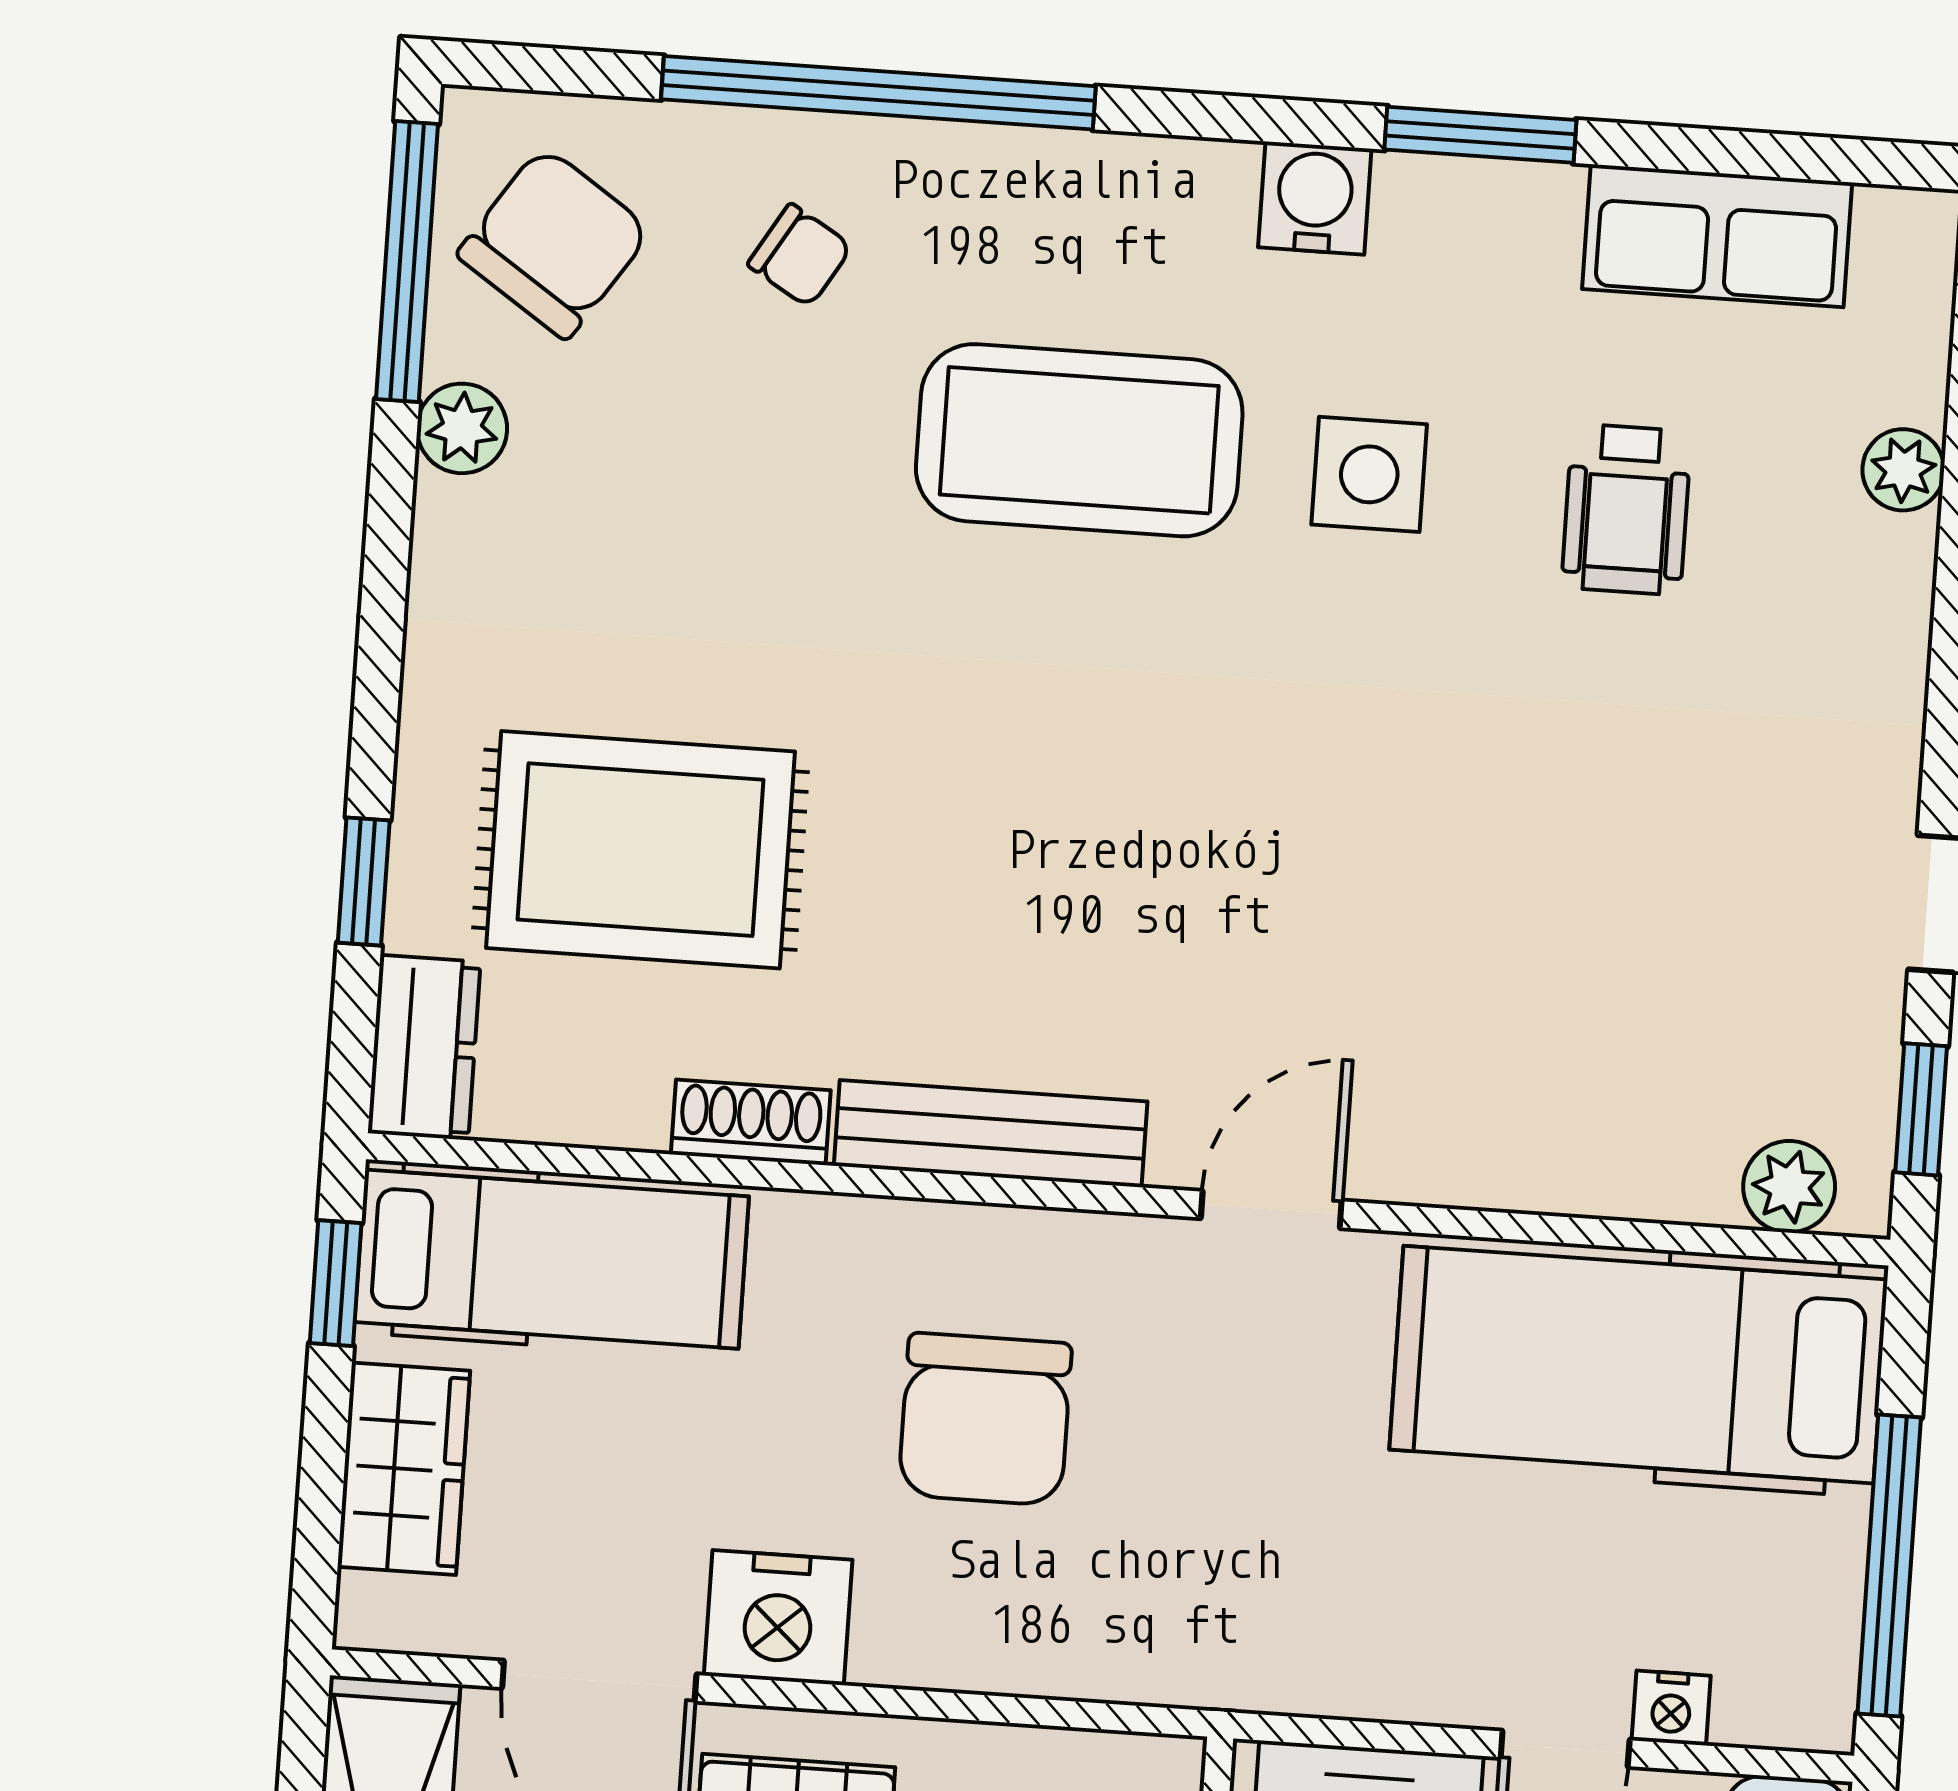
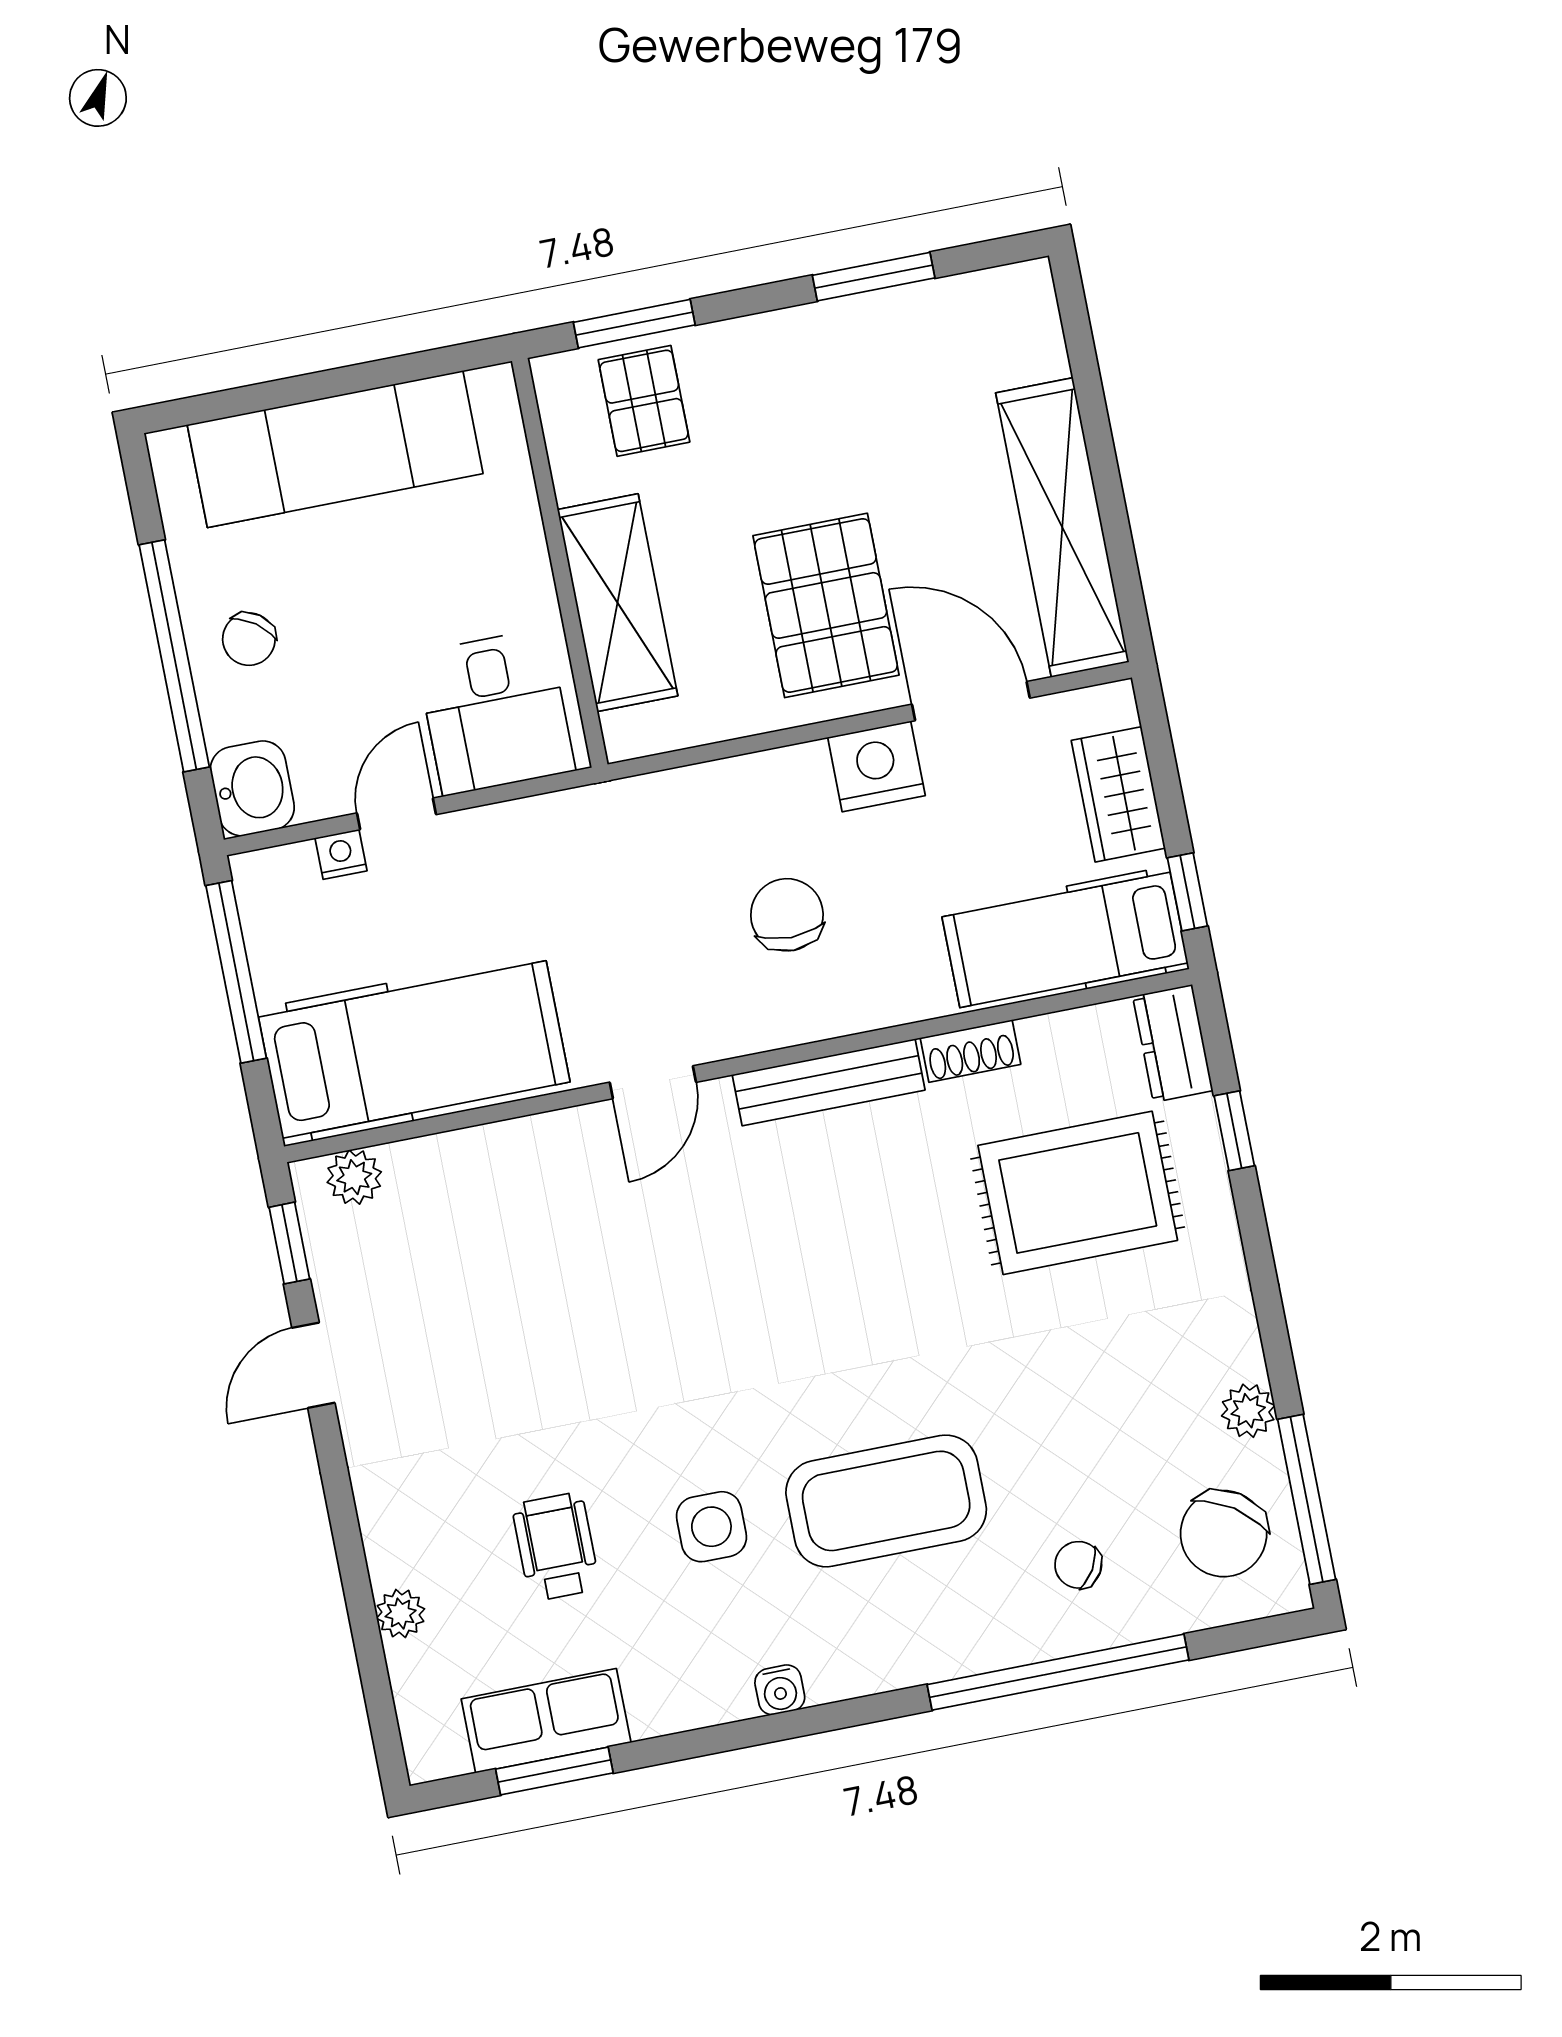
window: (1480, 135) -> (554, 1771), moved
water cooler: (1315, 198) -> (780, 1690), width x0.72, depth x0.72
chair: (985, 1419) -> (787, 915), width x0.73, depth x0.73

